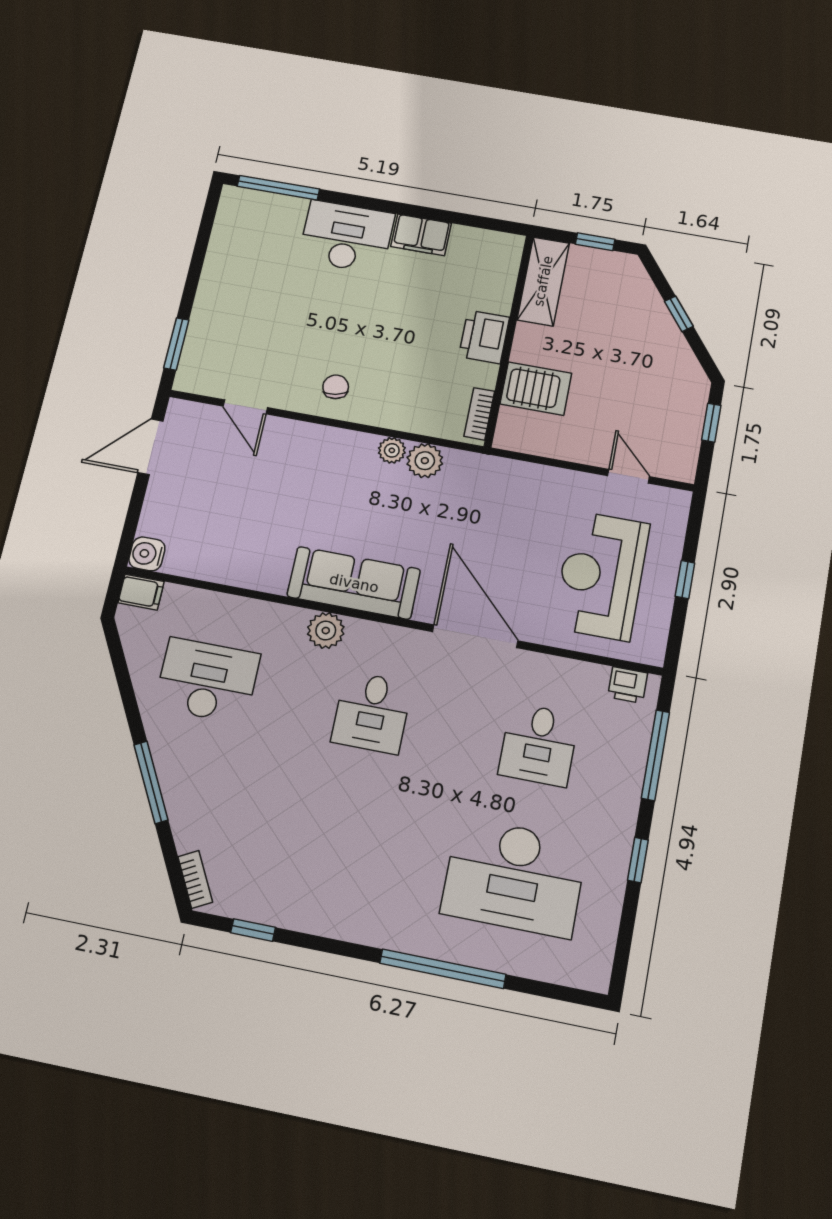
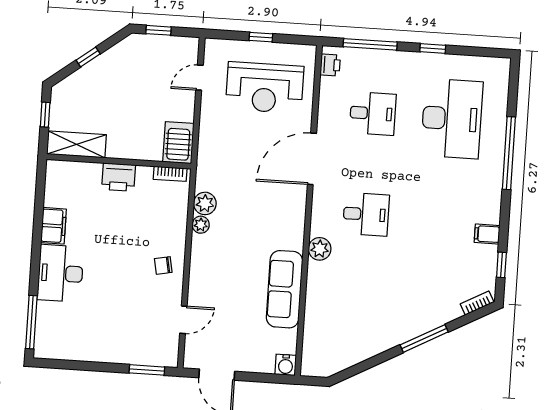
server rack: (536, 389) -> (178, 143), moved
sofa: (354, 583) -> (284, 289), moved
filing cabinet: (141, 592) -> (487, 234), moved, turned -90
desk: (207, 681) -> (359, 315), removed

